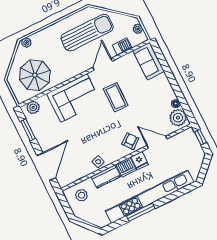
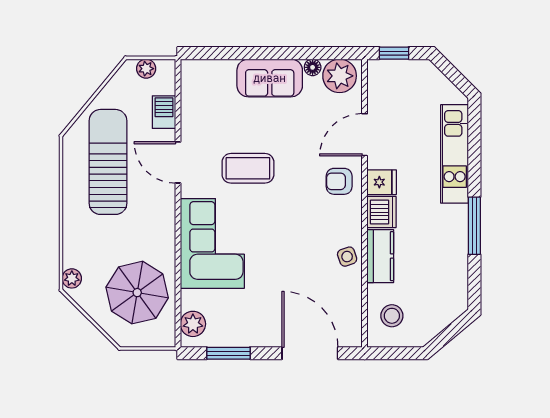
sofa: (149, 61) -> (270, 78), moved
armchair: (130, 141) -> (339, 181), turned -52
kitchen unit: (150, 197) -> (455, 154), width x0.54

